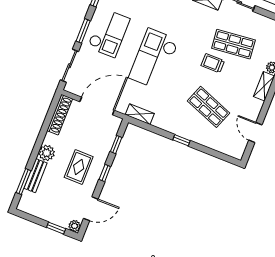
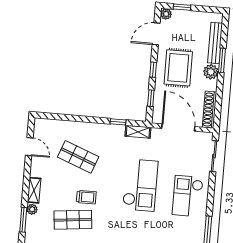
window: (83, 31) -> (211, 191), removed
door: (97, 106) -> (178, 128), swing flipped
window: (182, 140) -> (118, 122), moved
rug: (79, 167) -> (178, 68), width x1.36, depth x1.43
bench: (36, 176) -> (215, 43), width x1.36
window: (24, 182) -> (222, 60), moved

